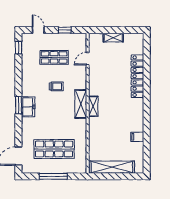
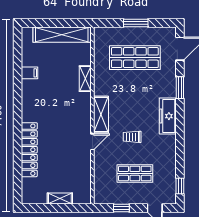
door: (88, 59) -> (92, 142), moved
window: (18, 105) -> (180, 88), moved
shelving: (93, 106) -> (85, 79), moved
freezer: (28, 107) -> (168, 116), width x1.40
window: (53, 176) -> (136, 23), width x0.69

